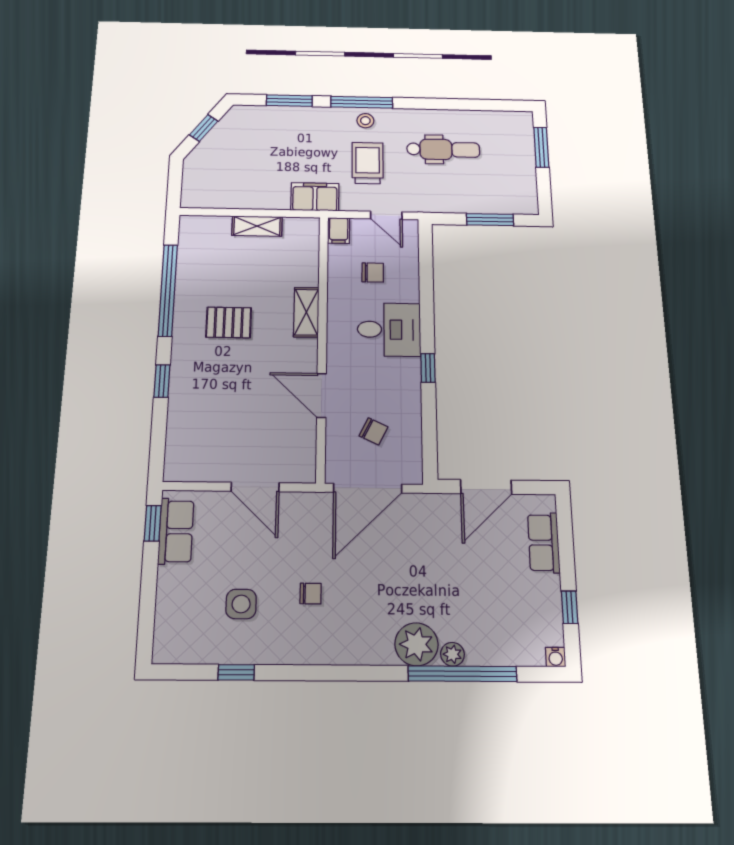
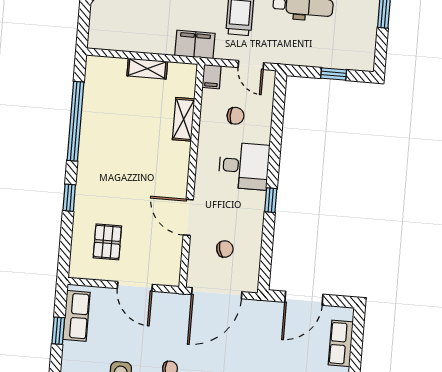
window: (490, 220) -> (334, 74), width x0.67
shelving: (306, 312) -> (184, 119), moved
pallet: (229, 322) -> (107, 242), moved, turned 90
chair: (373, 431) -> (225, 249), turned -41
window: (153, 523) -> (58, 331), moved

